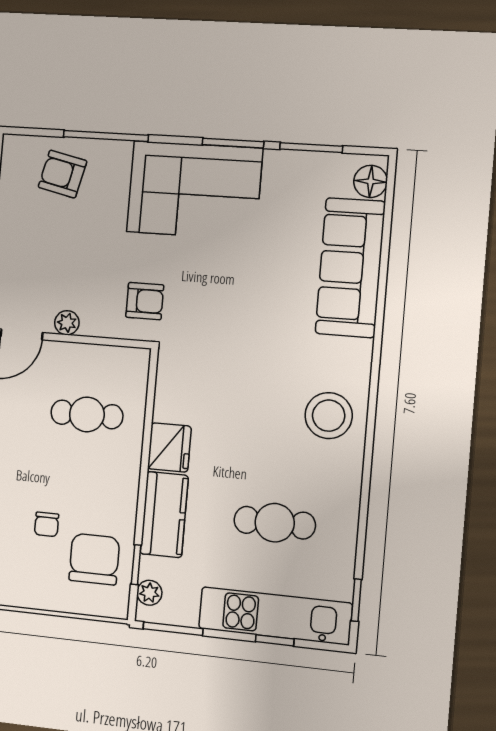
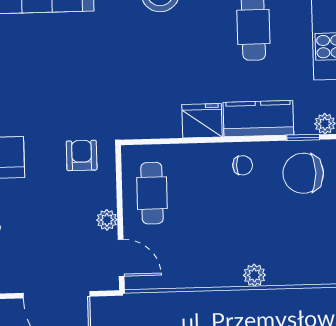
cafe table: (87, 414) -> (152, 193), moved
chair: (47, 524) -> (243, 165), moved

